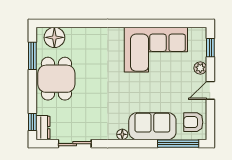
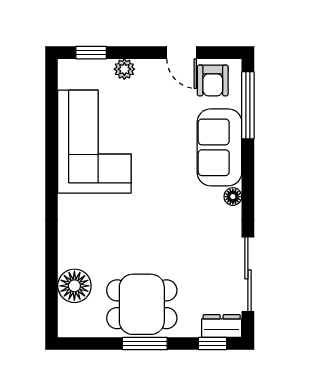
floor lamp: (54, 37) -> (74, 286), moved
window: (32, 56) -> (145, 344), moved
door: (210, 90) -> (182, 53), moved
sliding door: (75, 144) -> (248, 274), width x1.37

